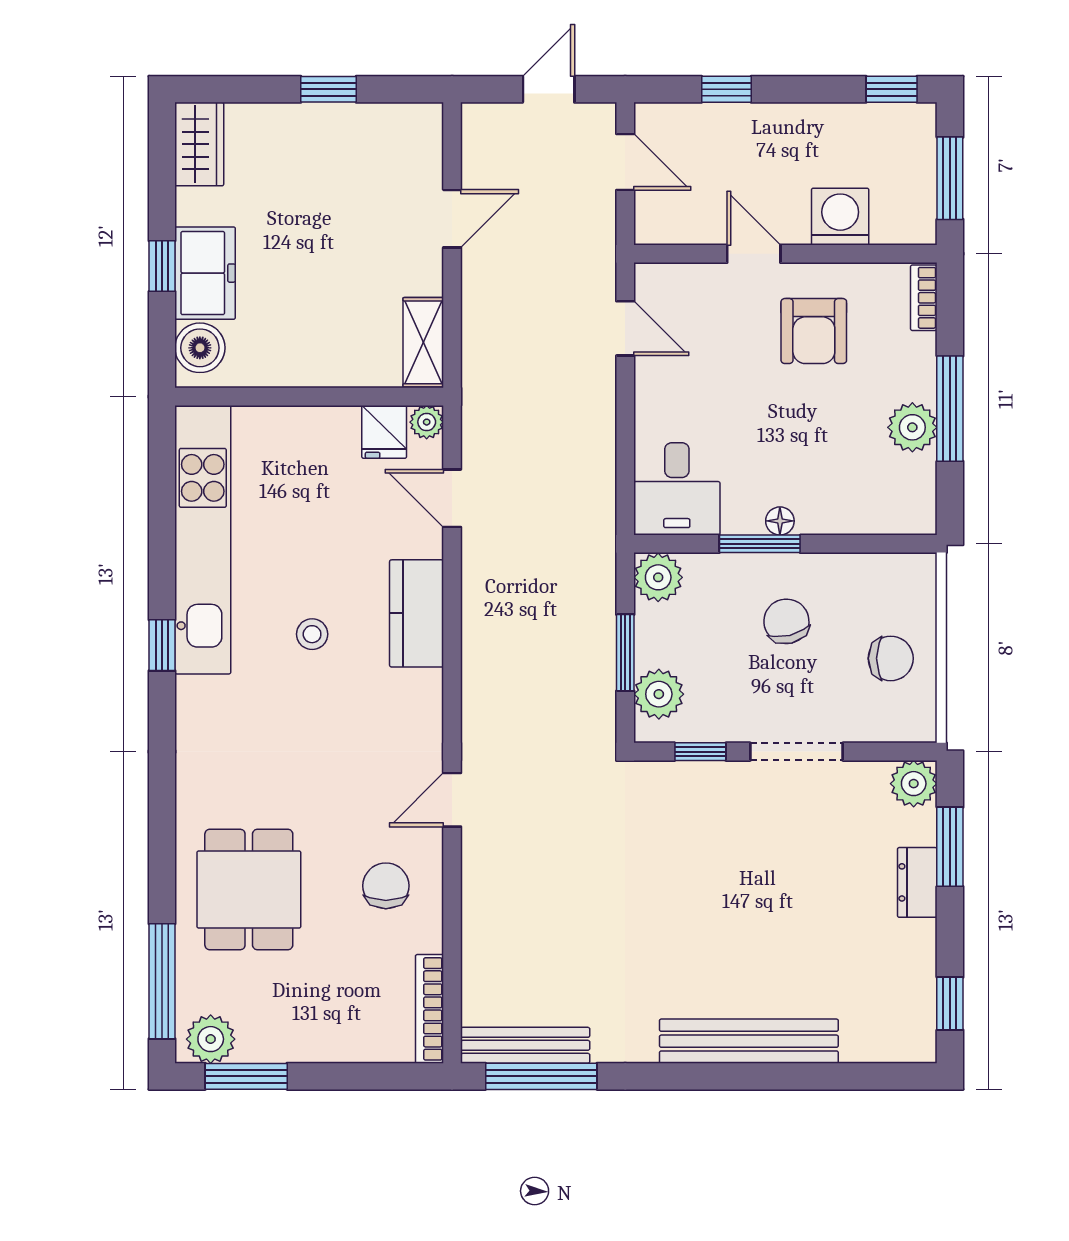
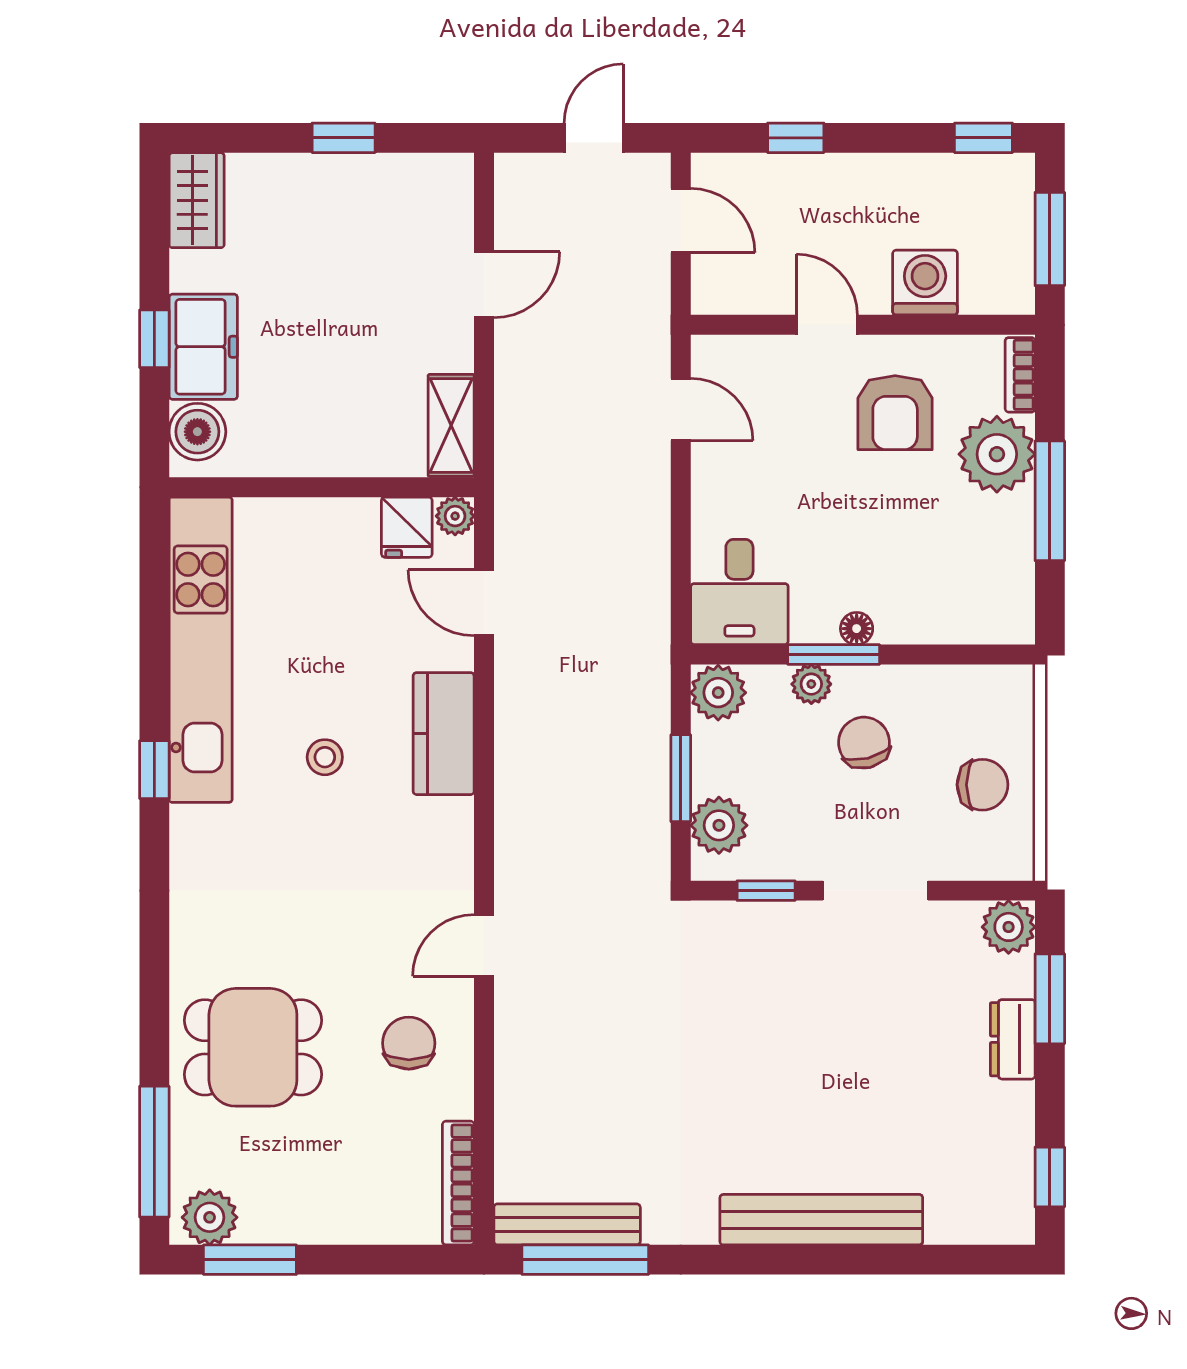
plant: (912, 427) -> (997, 454), moved, width x1.36, depth x1.36
plant: (740, 570) -> (811, 684), added
dining table: (249, 890) -> (253, 1047), turned 90

